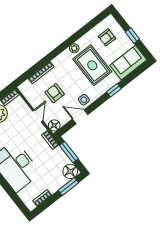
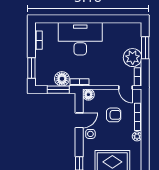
plant: (74, 48) -> (137, 136), moved
door: (38, 116) -> (125, 87), moved
floor lamp: (70, 171) -> (62, 79), moved

